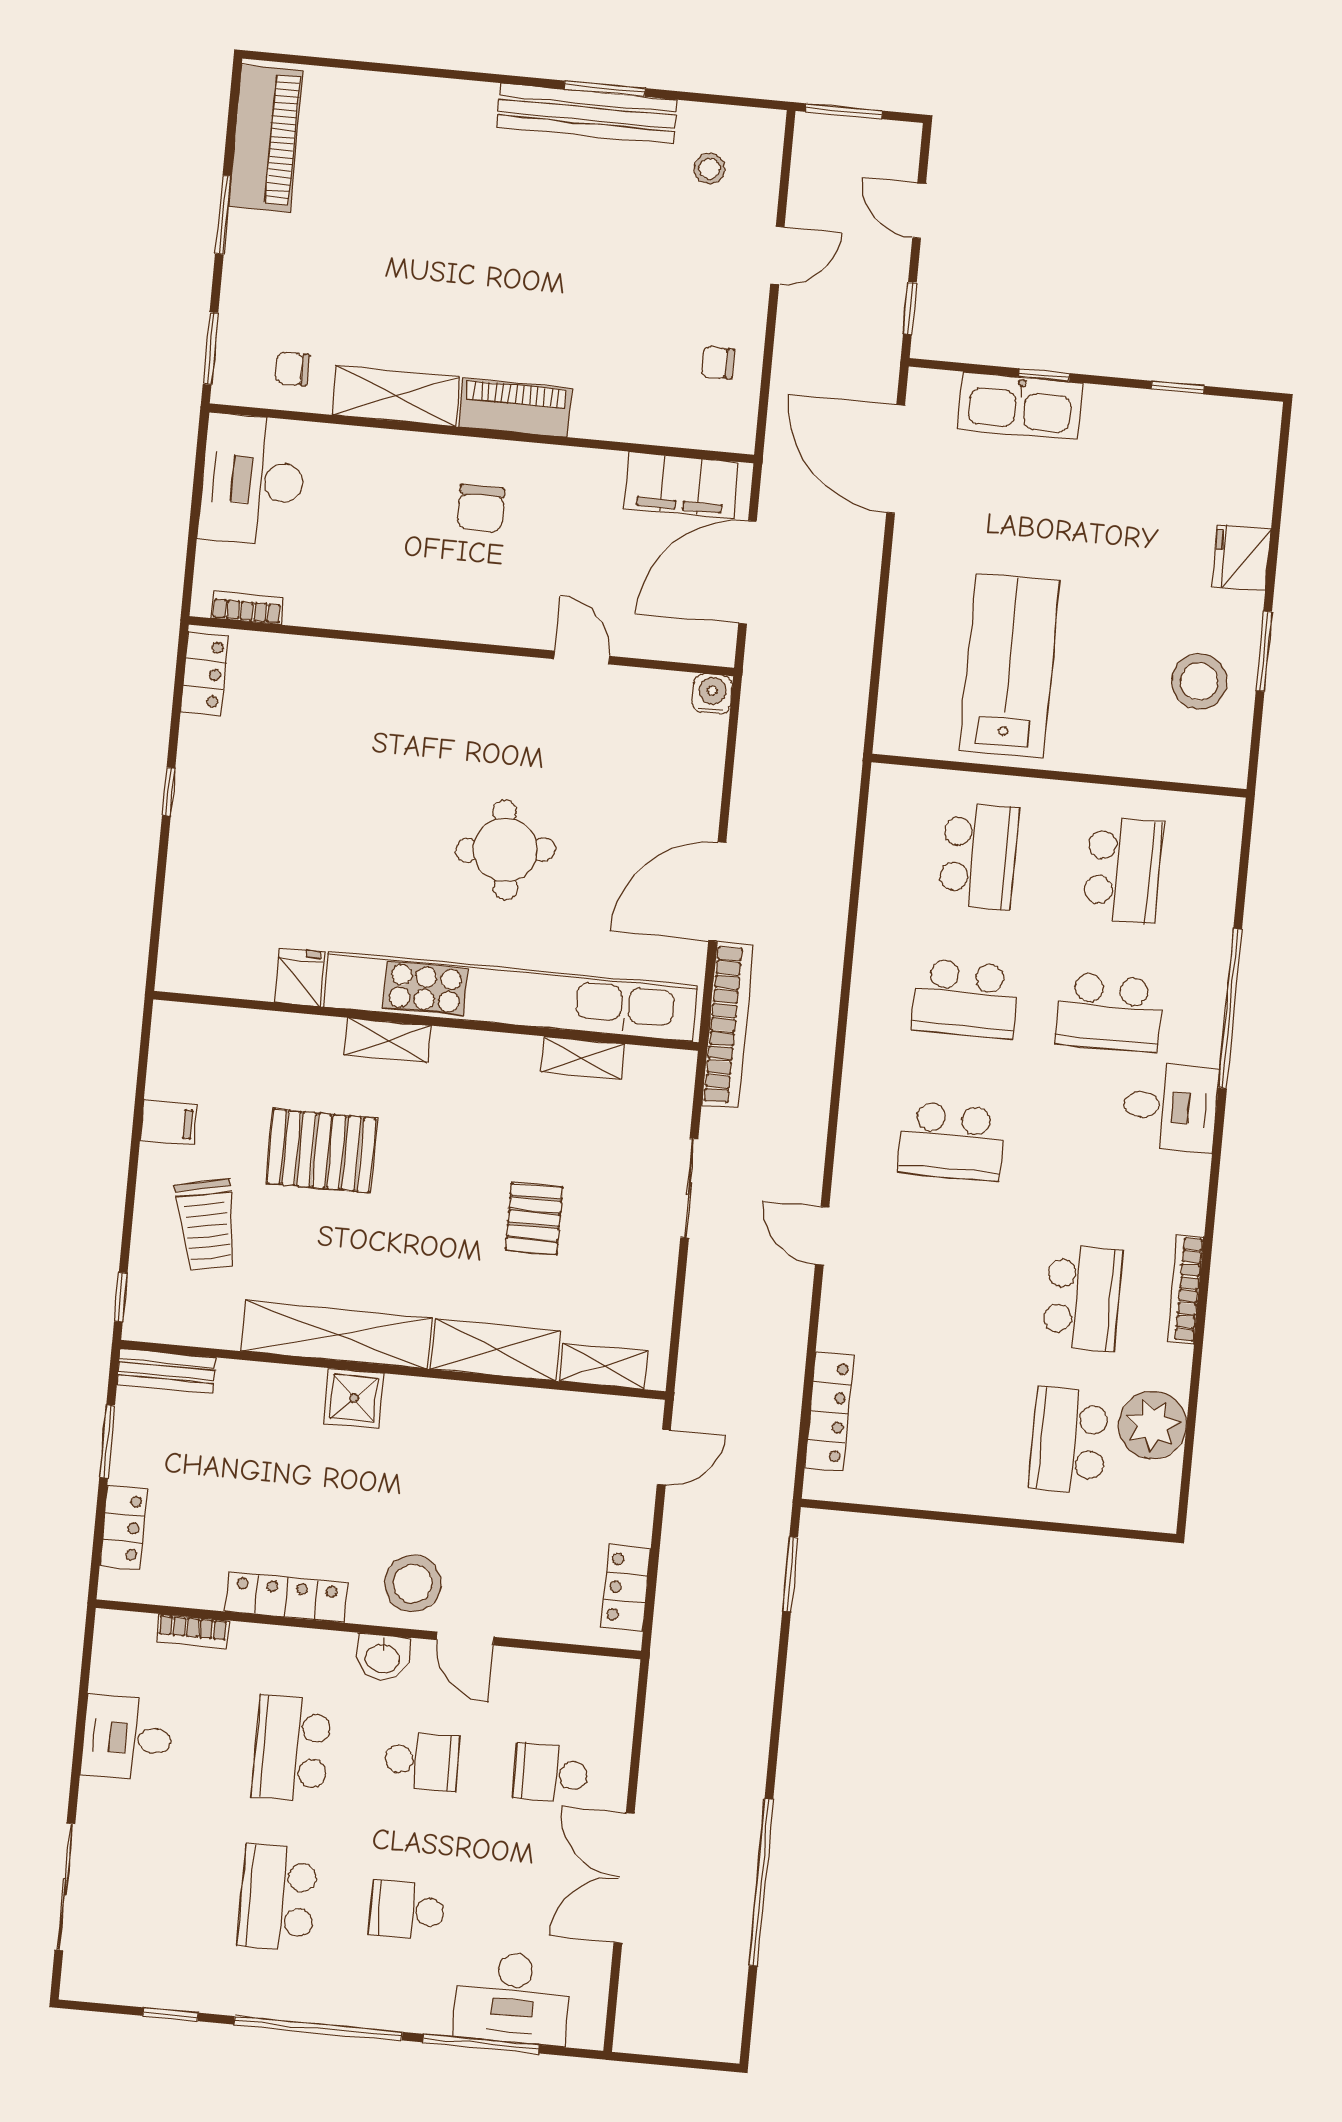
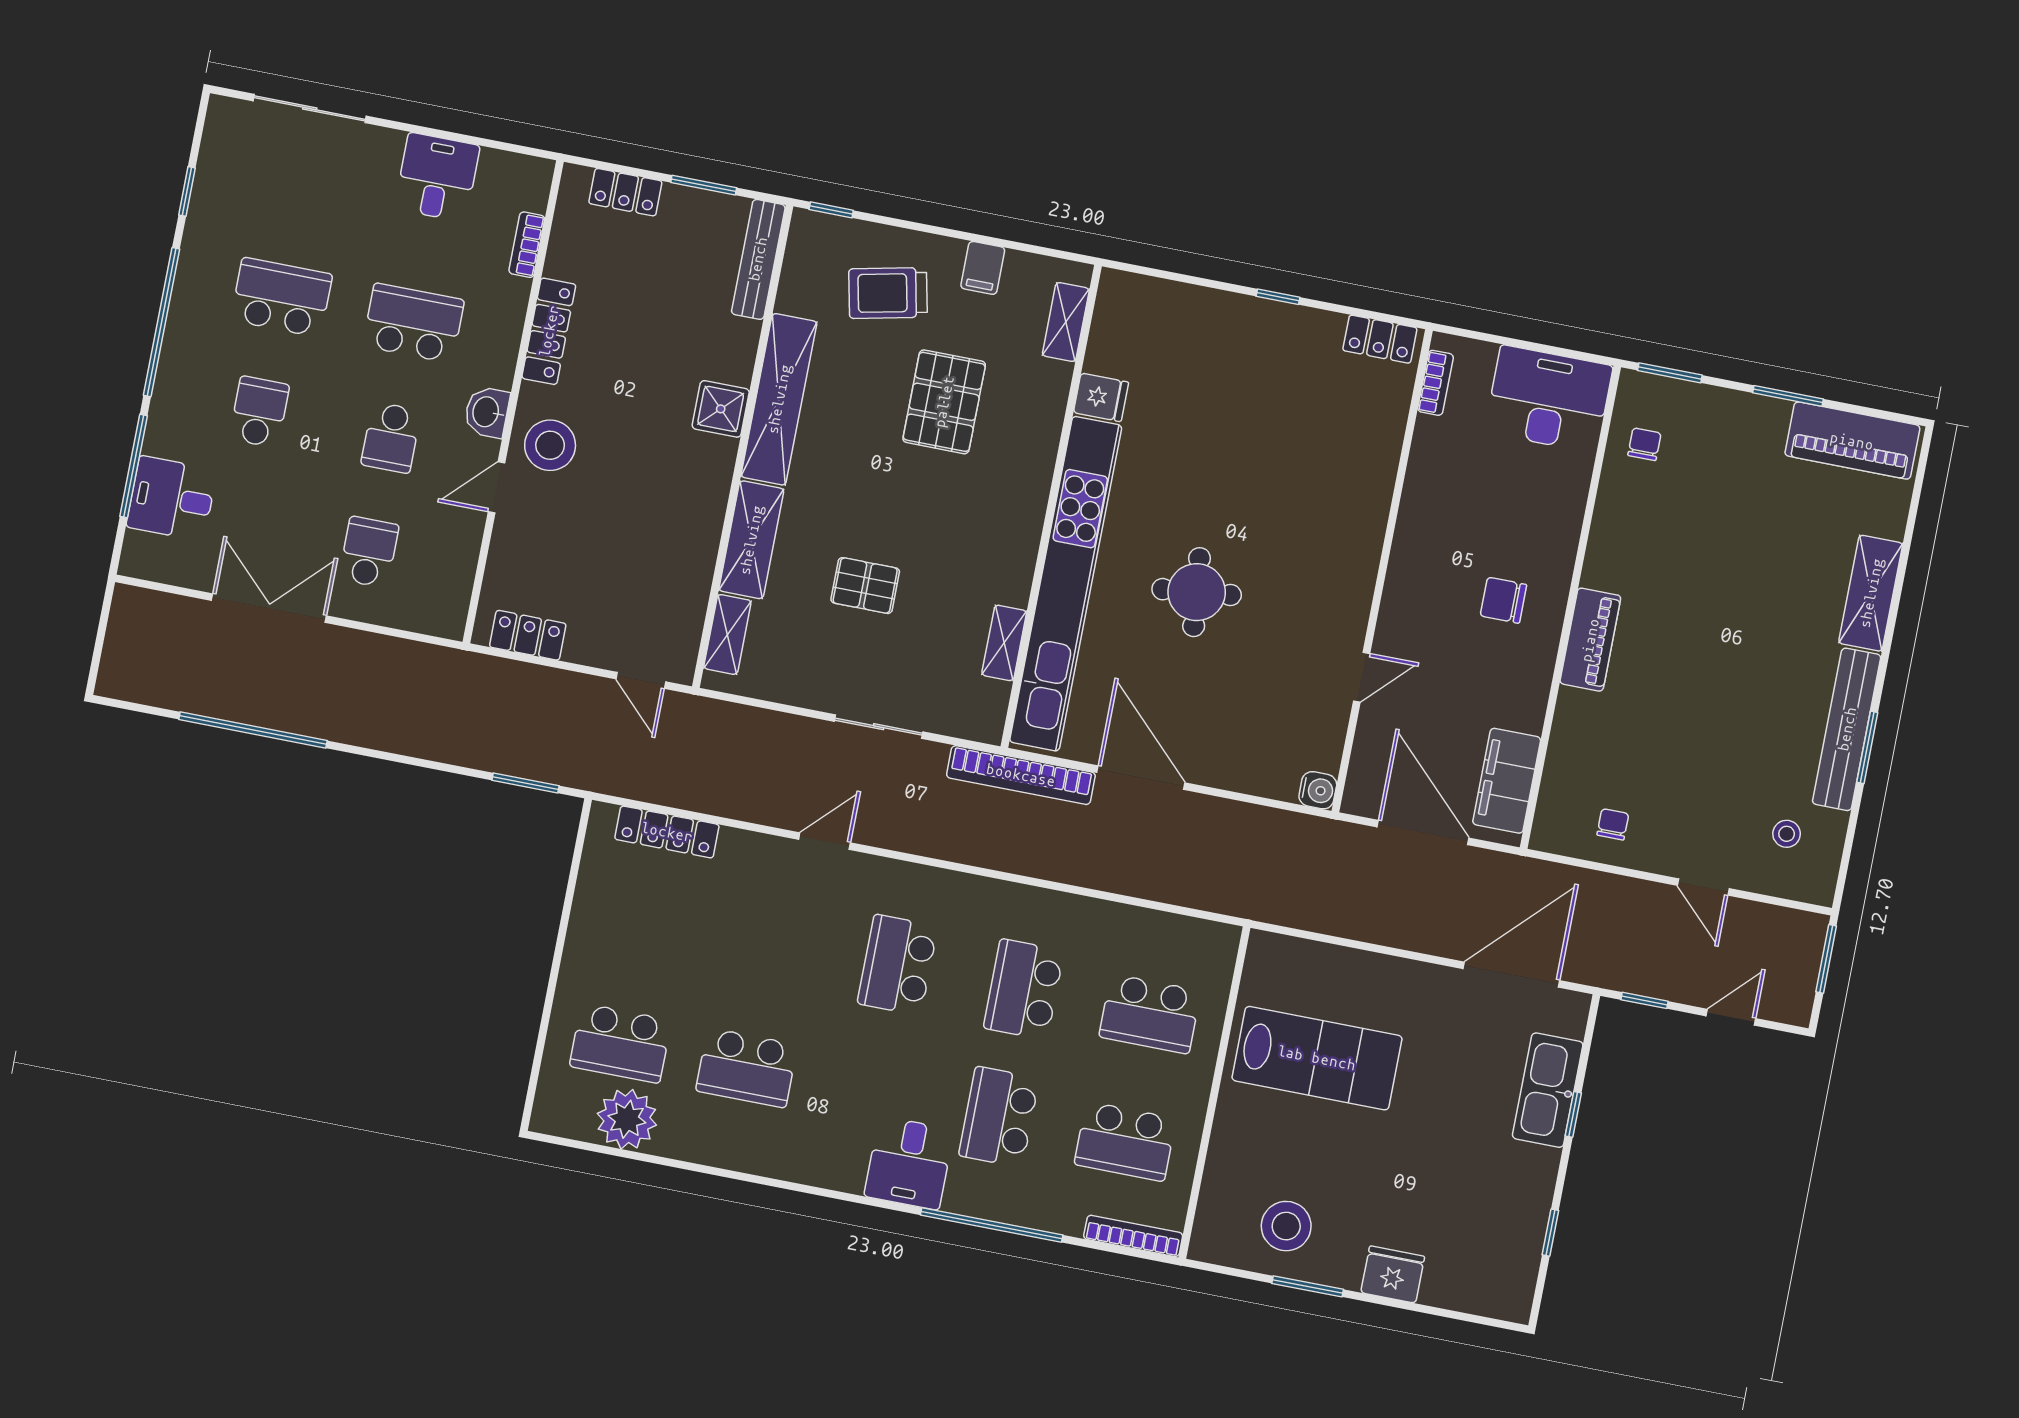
shelving: (396, 396) -> (1871, 593), moved
shelving: (388, 1040) -> (1066, 322), moved
bookcase: (1185, 1289) -> (1133, 1236), moved
bench: (166, 1371) -> (758, 259), width x1.36
school desk: (1069, 1440) -> (620, 1043), turned 180
desk: (513, 1998) -> (172, 498), width x0.73

